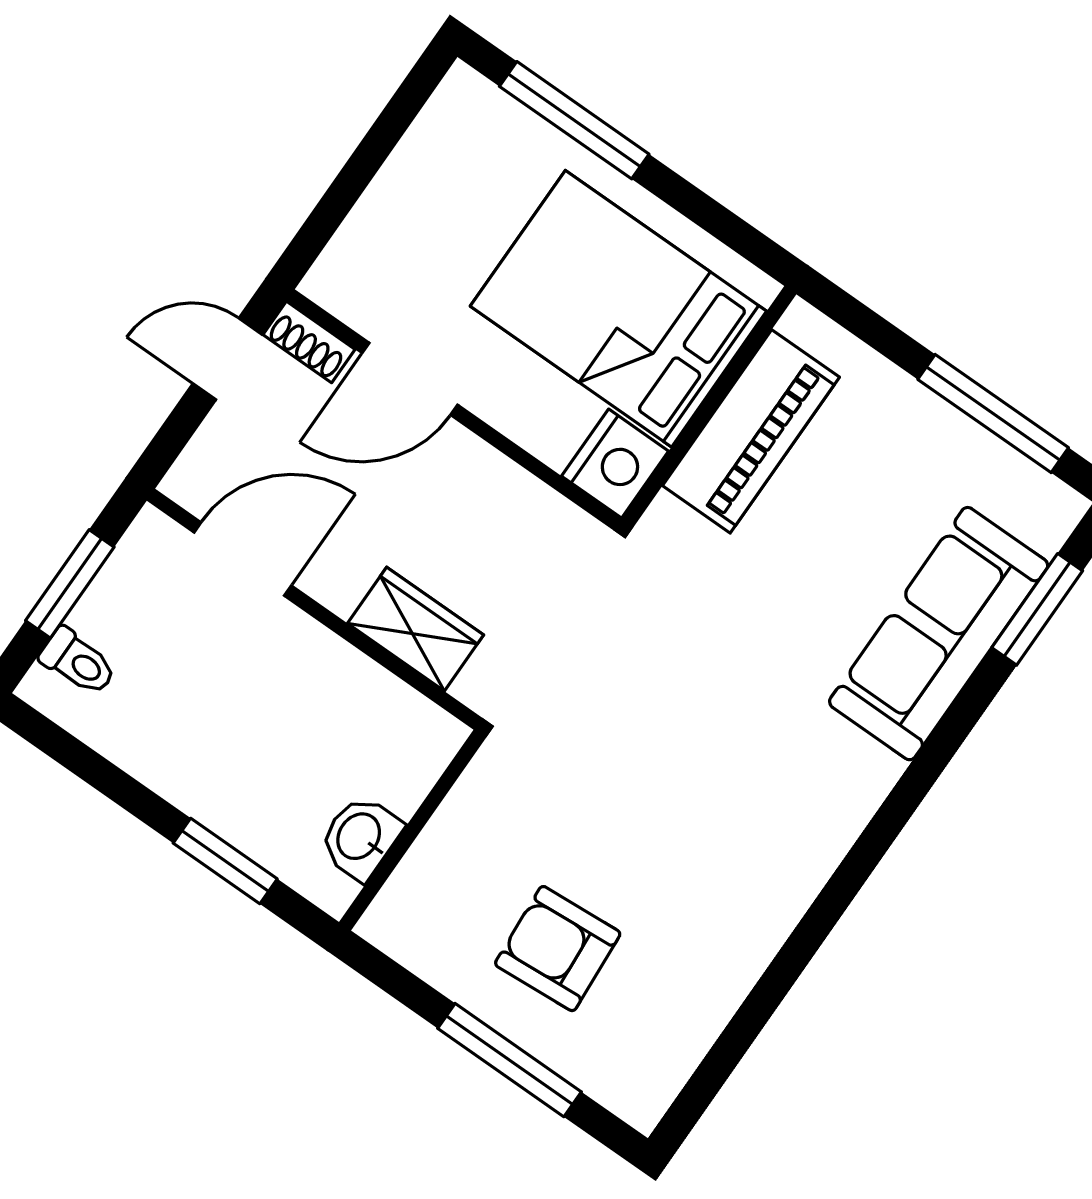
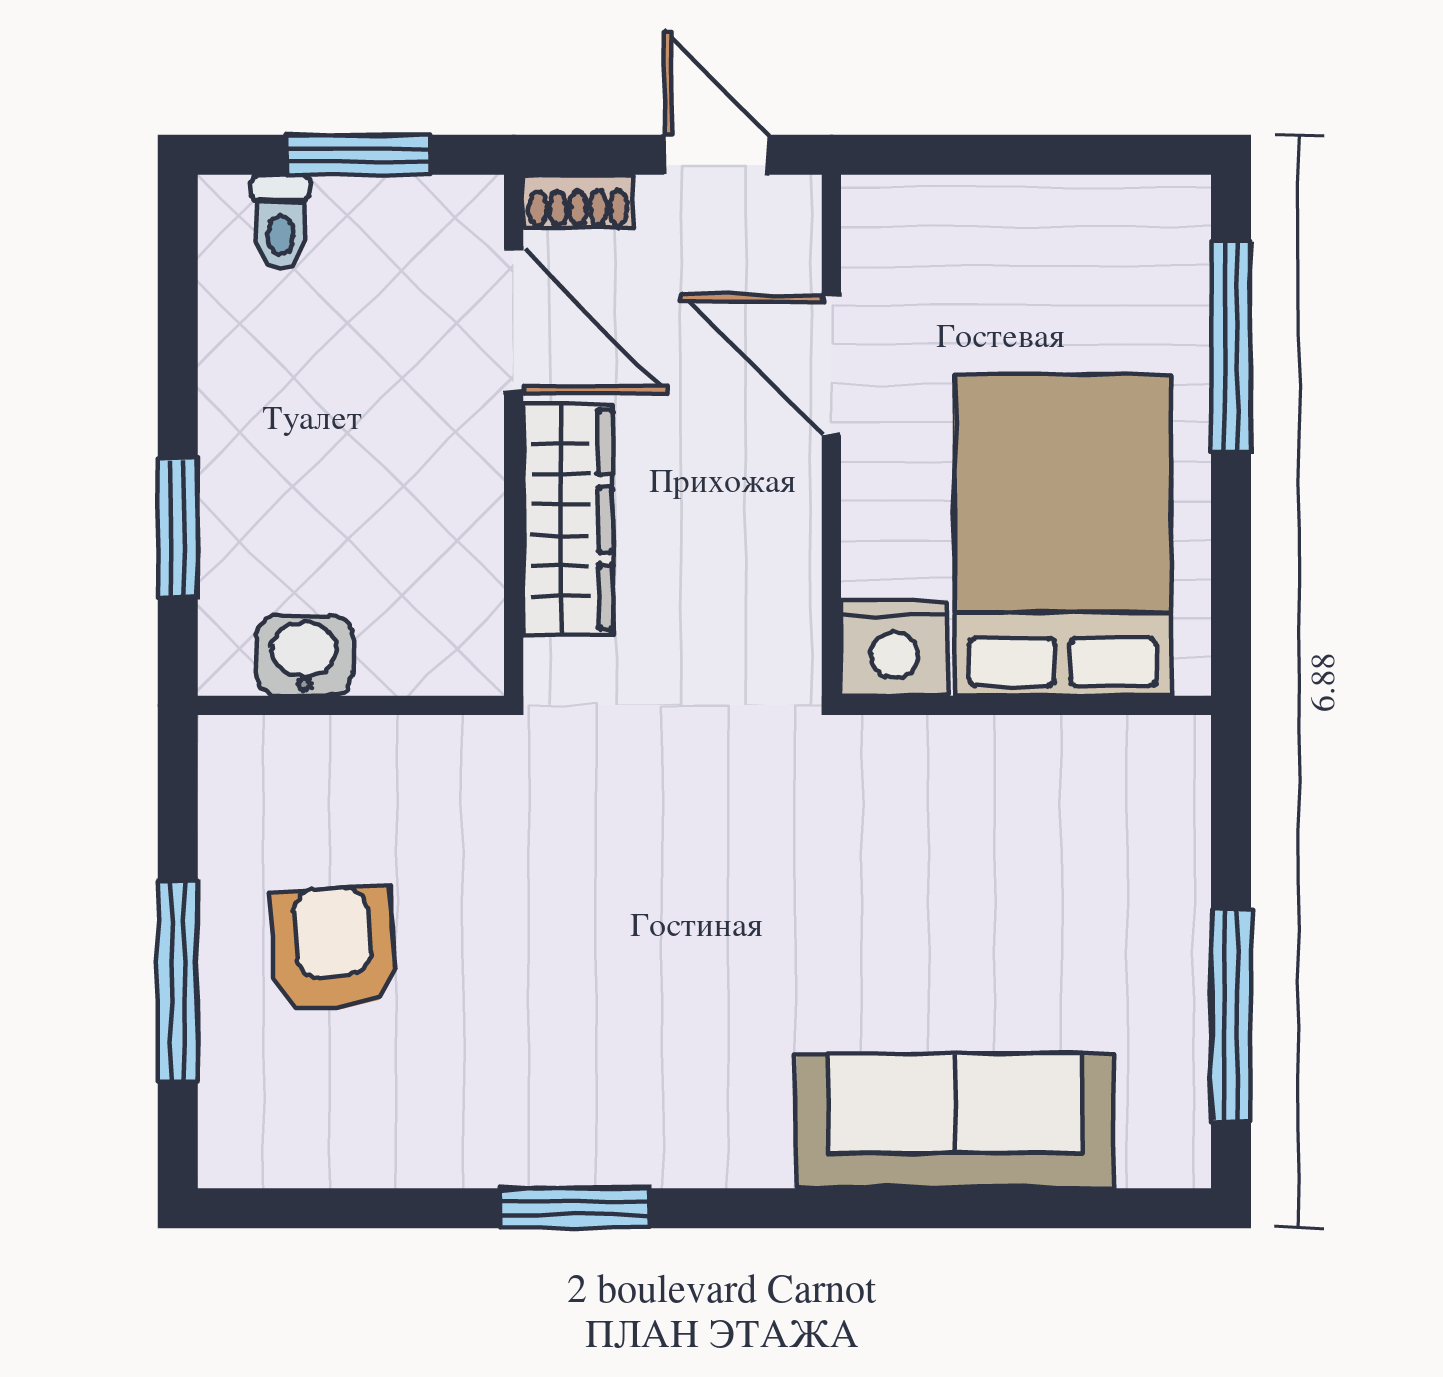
shoe rack: (309, 342) -> (578, 201), moved, turned -90
piano: (751, 431) -> (1031, 769), removed
window: (1037, 609) -> (575, 1208), moved
wardrobe: (415, 629) -> (568, 520), width x1.50

